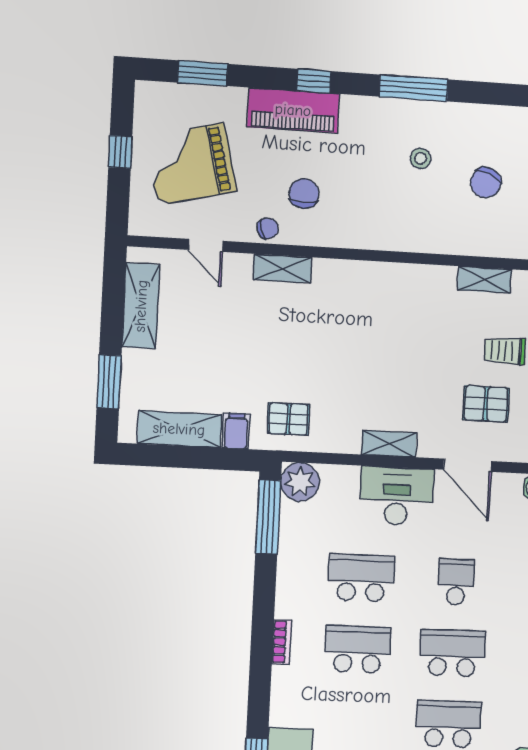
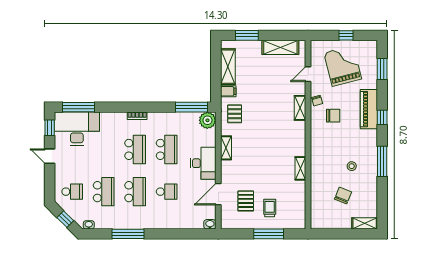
chair: (486, 183) -> (343, 196), turned 88
shelving: (484, 280) -> (300, 168), moved
shelving: (389, 444) -> (226, 148), moved

